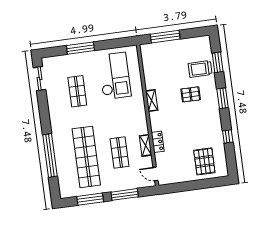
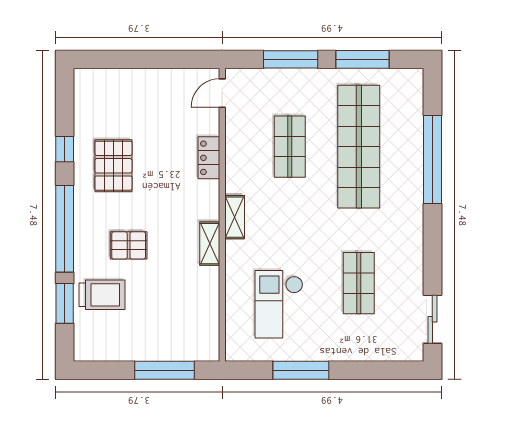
window: (80, 48) -> (301, 370), moved
checkout: (114, 76) -> (279, 304), width x0.73, depth x0.83
window: (223, 98) -> (65, 229), width x2.11
shelving: (146, 145) -> (235, 217), moved
pallet: (204, 161) -> (113, 166), moved
door: (155, 174) -> (222, 93), swing flipped

